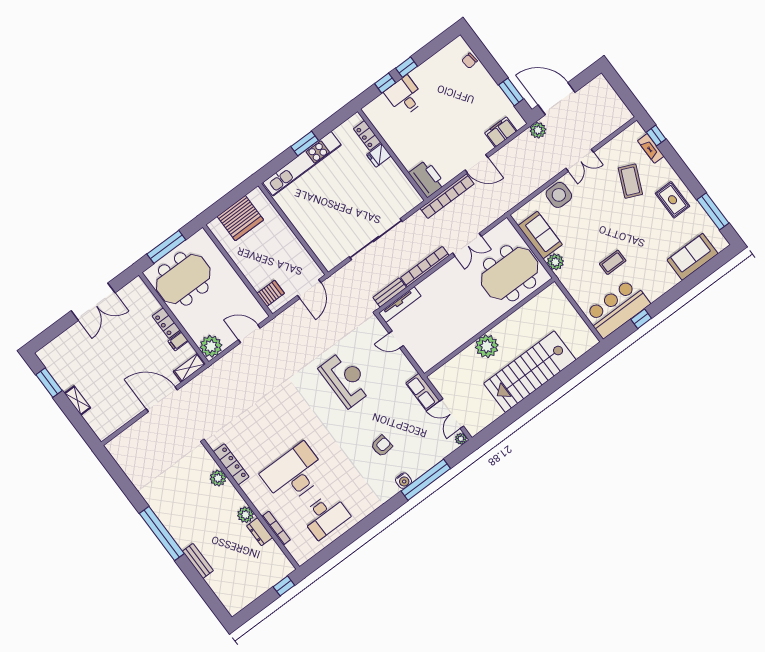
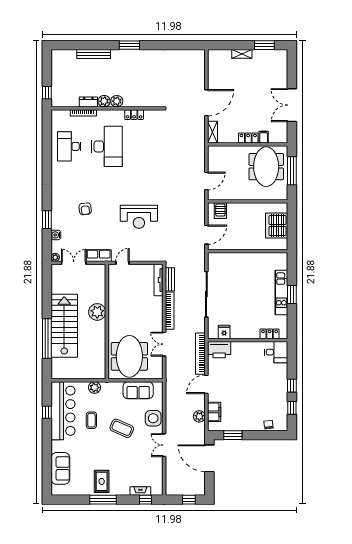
window: (385, 83) -> (292, 408), moved
window: (620, 87) -> (189, 500), added
desk: (405, 96) -> (276, 352), moved
door: (557, 99) -> (209, 458), swing flipped
plant: (538, 130) -> (199, 416), moved
fridge: (379, 155) -> (224, 332), moved
kitchen unit: (302, 164) -> (281, 292), width x0.73
coffee table: (630, 181) -> (122, 428), moved
rug: (672, 200) -> (102, 481), turned 90
window: (713, 211) -> (103, 500), moved
plant: (555, 262) -> (95, 388), moved
door: (309, 289) -> (206, 235), swing flipped
bar counter: (617, 309) -> (63, 411), width x1.36
door: (396, 339) -> (122, 263), moved
filing cabinet: (178, 341) -> (264, 137), moved
plant: (211, 346) -> (216, 154), removed
window: (559, 380) -> (47, 339), added
locker: (231, 464) -> (134, 115), width x0.66
plant: (218, 478) -> (117, 101), moved
window: (426, 480) -> (47, 220), width x0.47
water cooler: (404, 481) -> (56, 235), moved
window: (162, 534) -> (129, 45), width x0.47
bench: (198, 561) -> (94, 54), width x1.36

